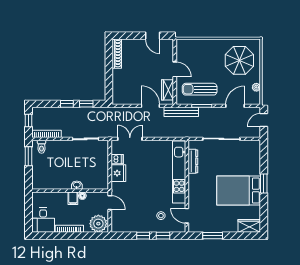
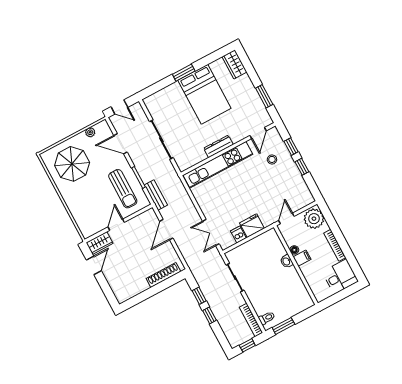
shoe rack: (117, 54) -> (163, 275), moved
wardrobe: (167, 90) -> (100, 243), moved
bench: (181, 112) -> (156, 195), width x0.73
dresser: (193, 161) -> (218, 146), moved

